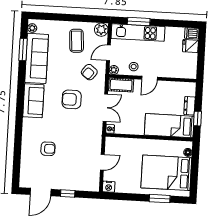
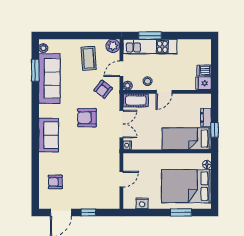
dishwasher: (192, 33) -> (204, 71), moved
fridge: (190, 46) -> (203, 83), moved
sofa: (33, 101) -> (49, 135), moved
armchair: (48, 149) -> (55, 182), moved, turned 180
nightstand: (109, 187) -> (142, 203), moved

